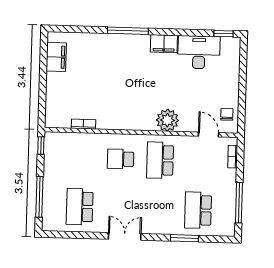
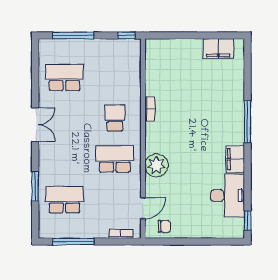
bookcase: (84, 124) -> (150, 109), moved

